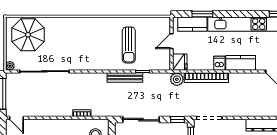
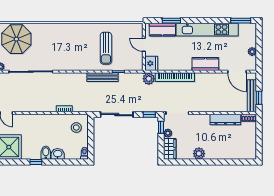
door: (172, 41) -> (144, 45), hinge flipped
dishwasher: (219, 63) -> (186, 64), removed

